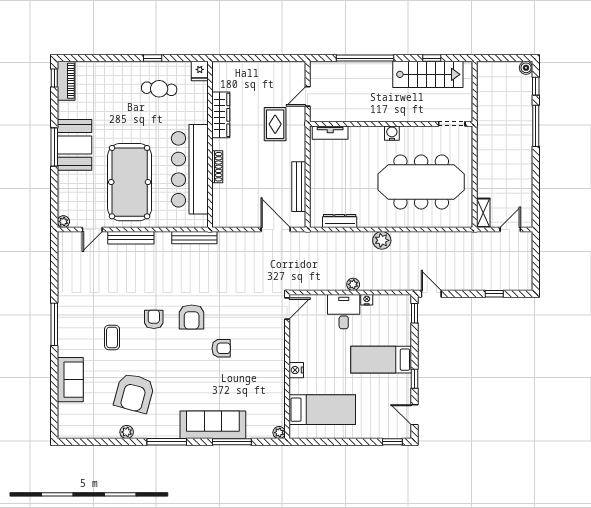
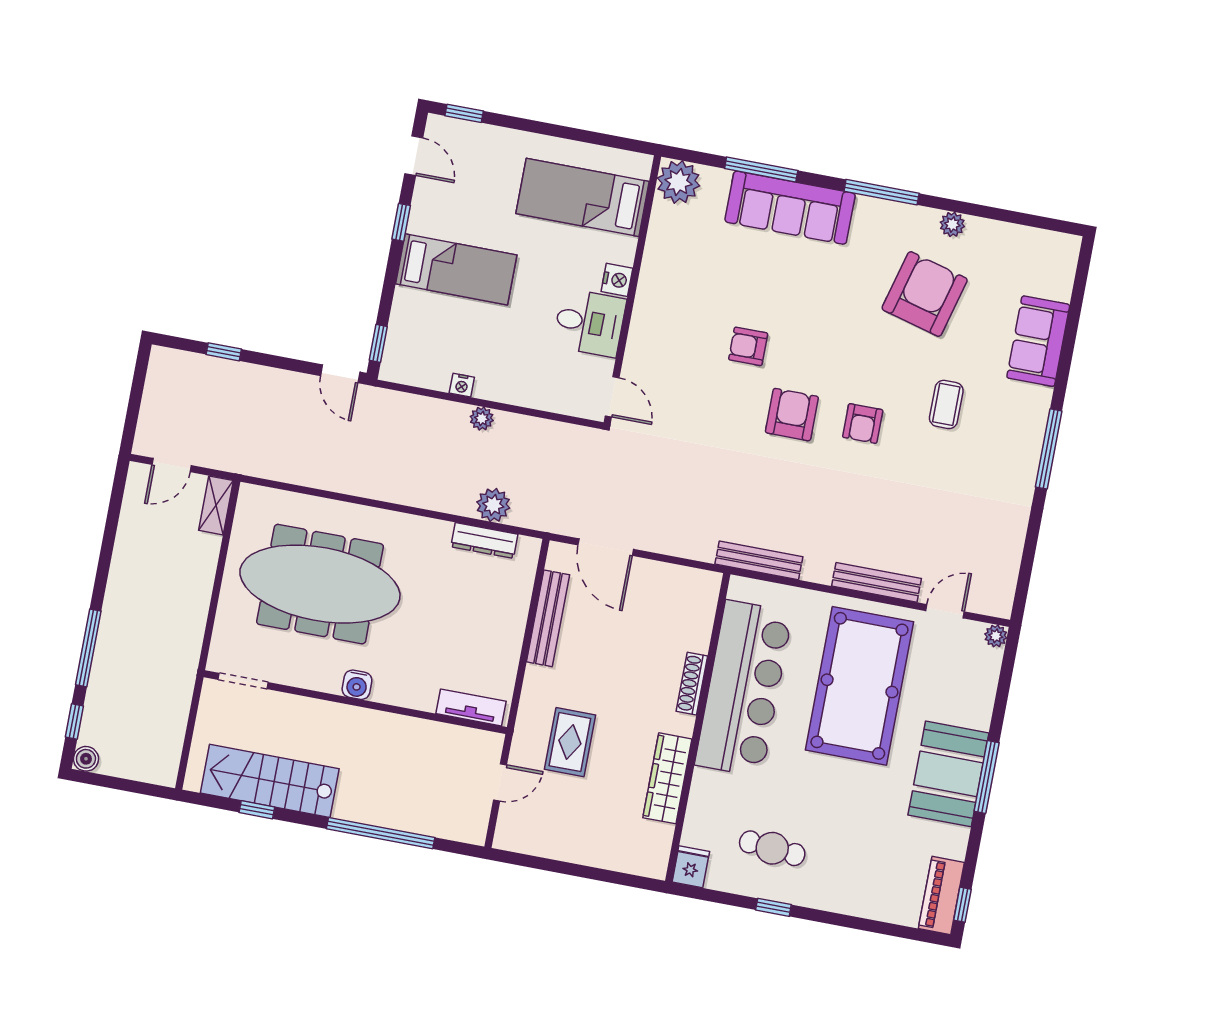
plant: (382, 240) -> (493, 505), moved
door: (287, 309) -> (612, 397), swing flipped
desk: (344, 312) -> (589, 323), moved, turned -90
plant: (279, 433) -> (678, 182), width x1.88, depth x1.88

